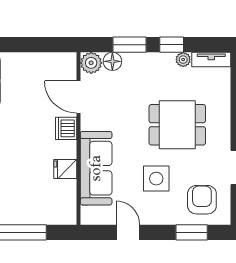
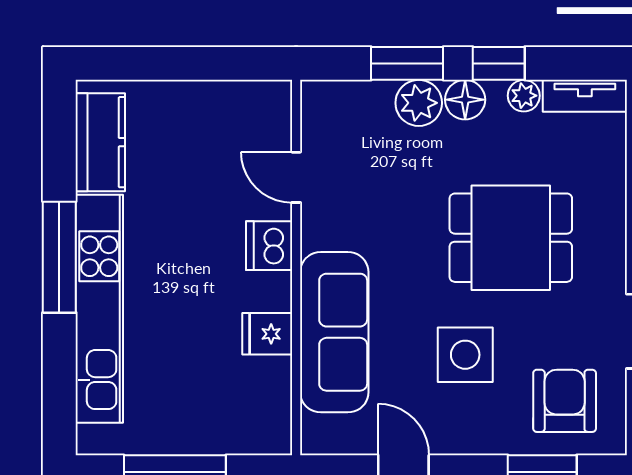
floor lamp: (112, 61) -> (465, 100), moved
plant: (91, 63) -> (419, 103), moved
door: (79, 97) -> (296, 177), width x0.73

